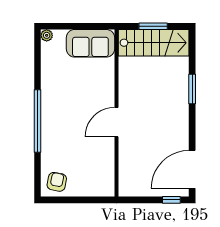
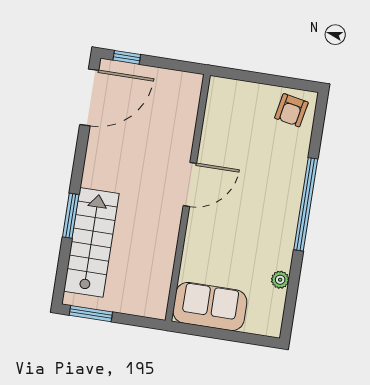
window: (153, 26) -> (91, 314), moved
plant: (47, 35) -> (280, 280), moved
stairs: (154, 43) -> (91, 242), moved, turned 90

